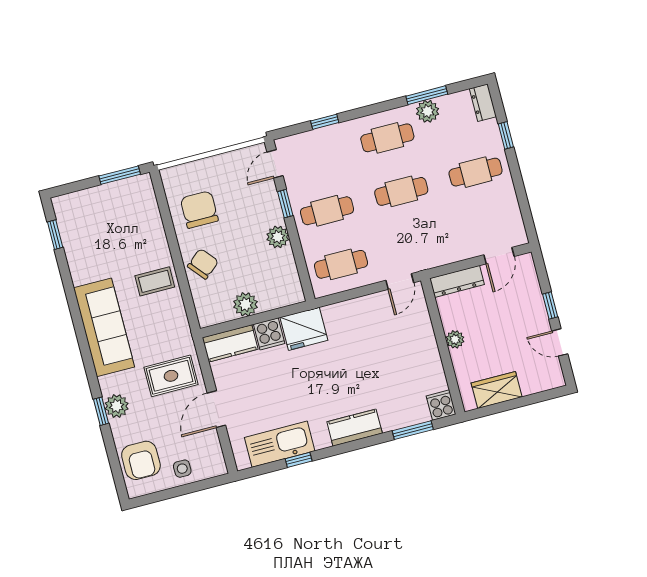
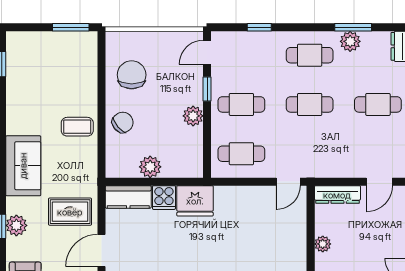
sofa: (104, 327) -> (23, 166), width x0.73

